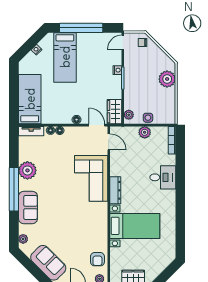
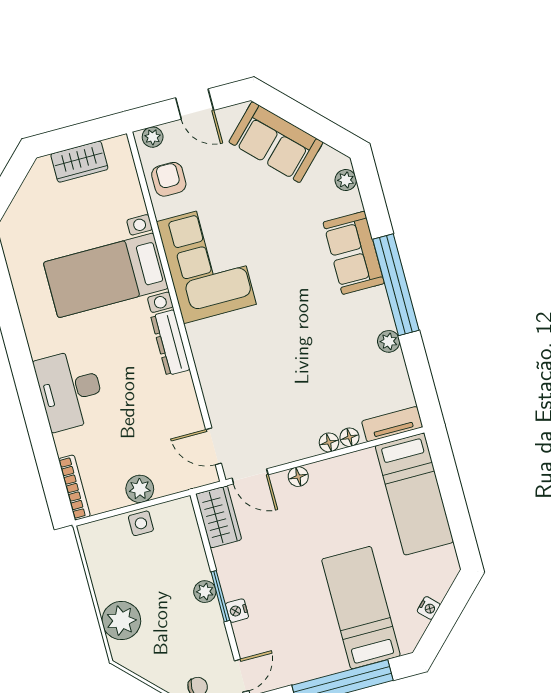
plant: (129, 115) -> (205, 592), moved
plant: (27, 170) -> (389, 341), width x0.53, depth x0.53
desk: (163, 177) -> (70, 390), width x1.37
corner sofa: (91, 178) -> (206, 263), moved

